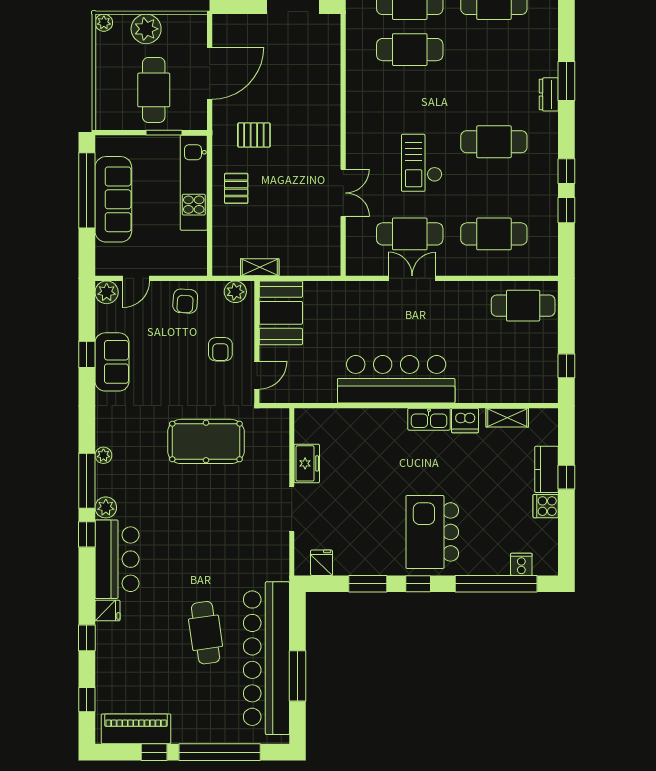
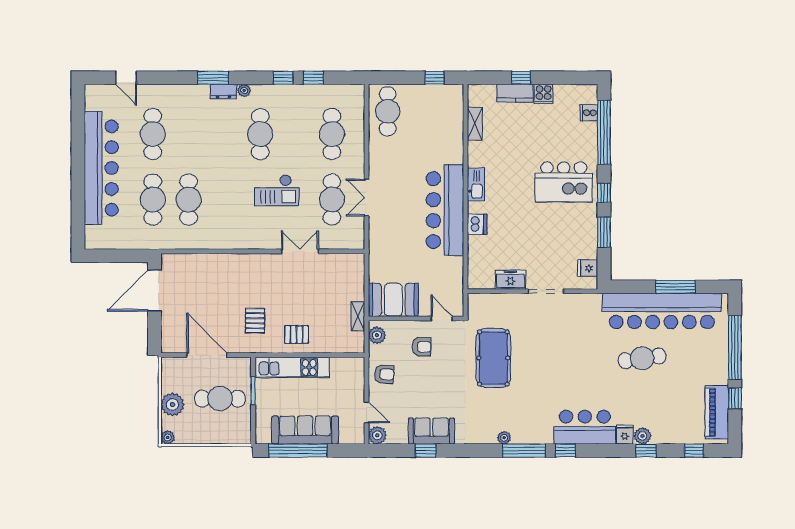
plant: (550, 121) -> (244, 90), added
dishwasher: (465, 420) -> (477, 224), moved
plant: (106, 507) -> (642, 436), moved

